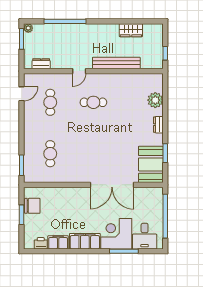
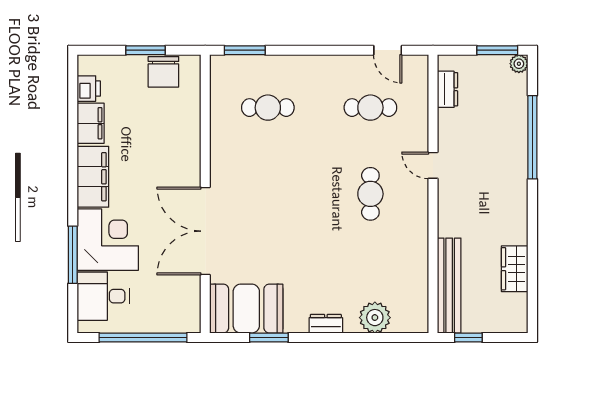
bench: (116, 63) -> (449, 286), moved

